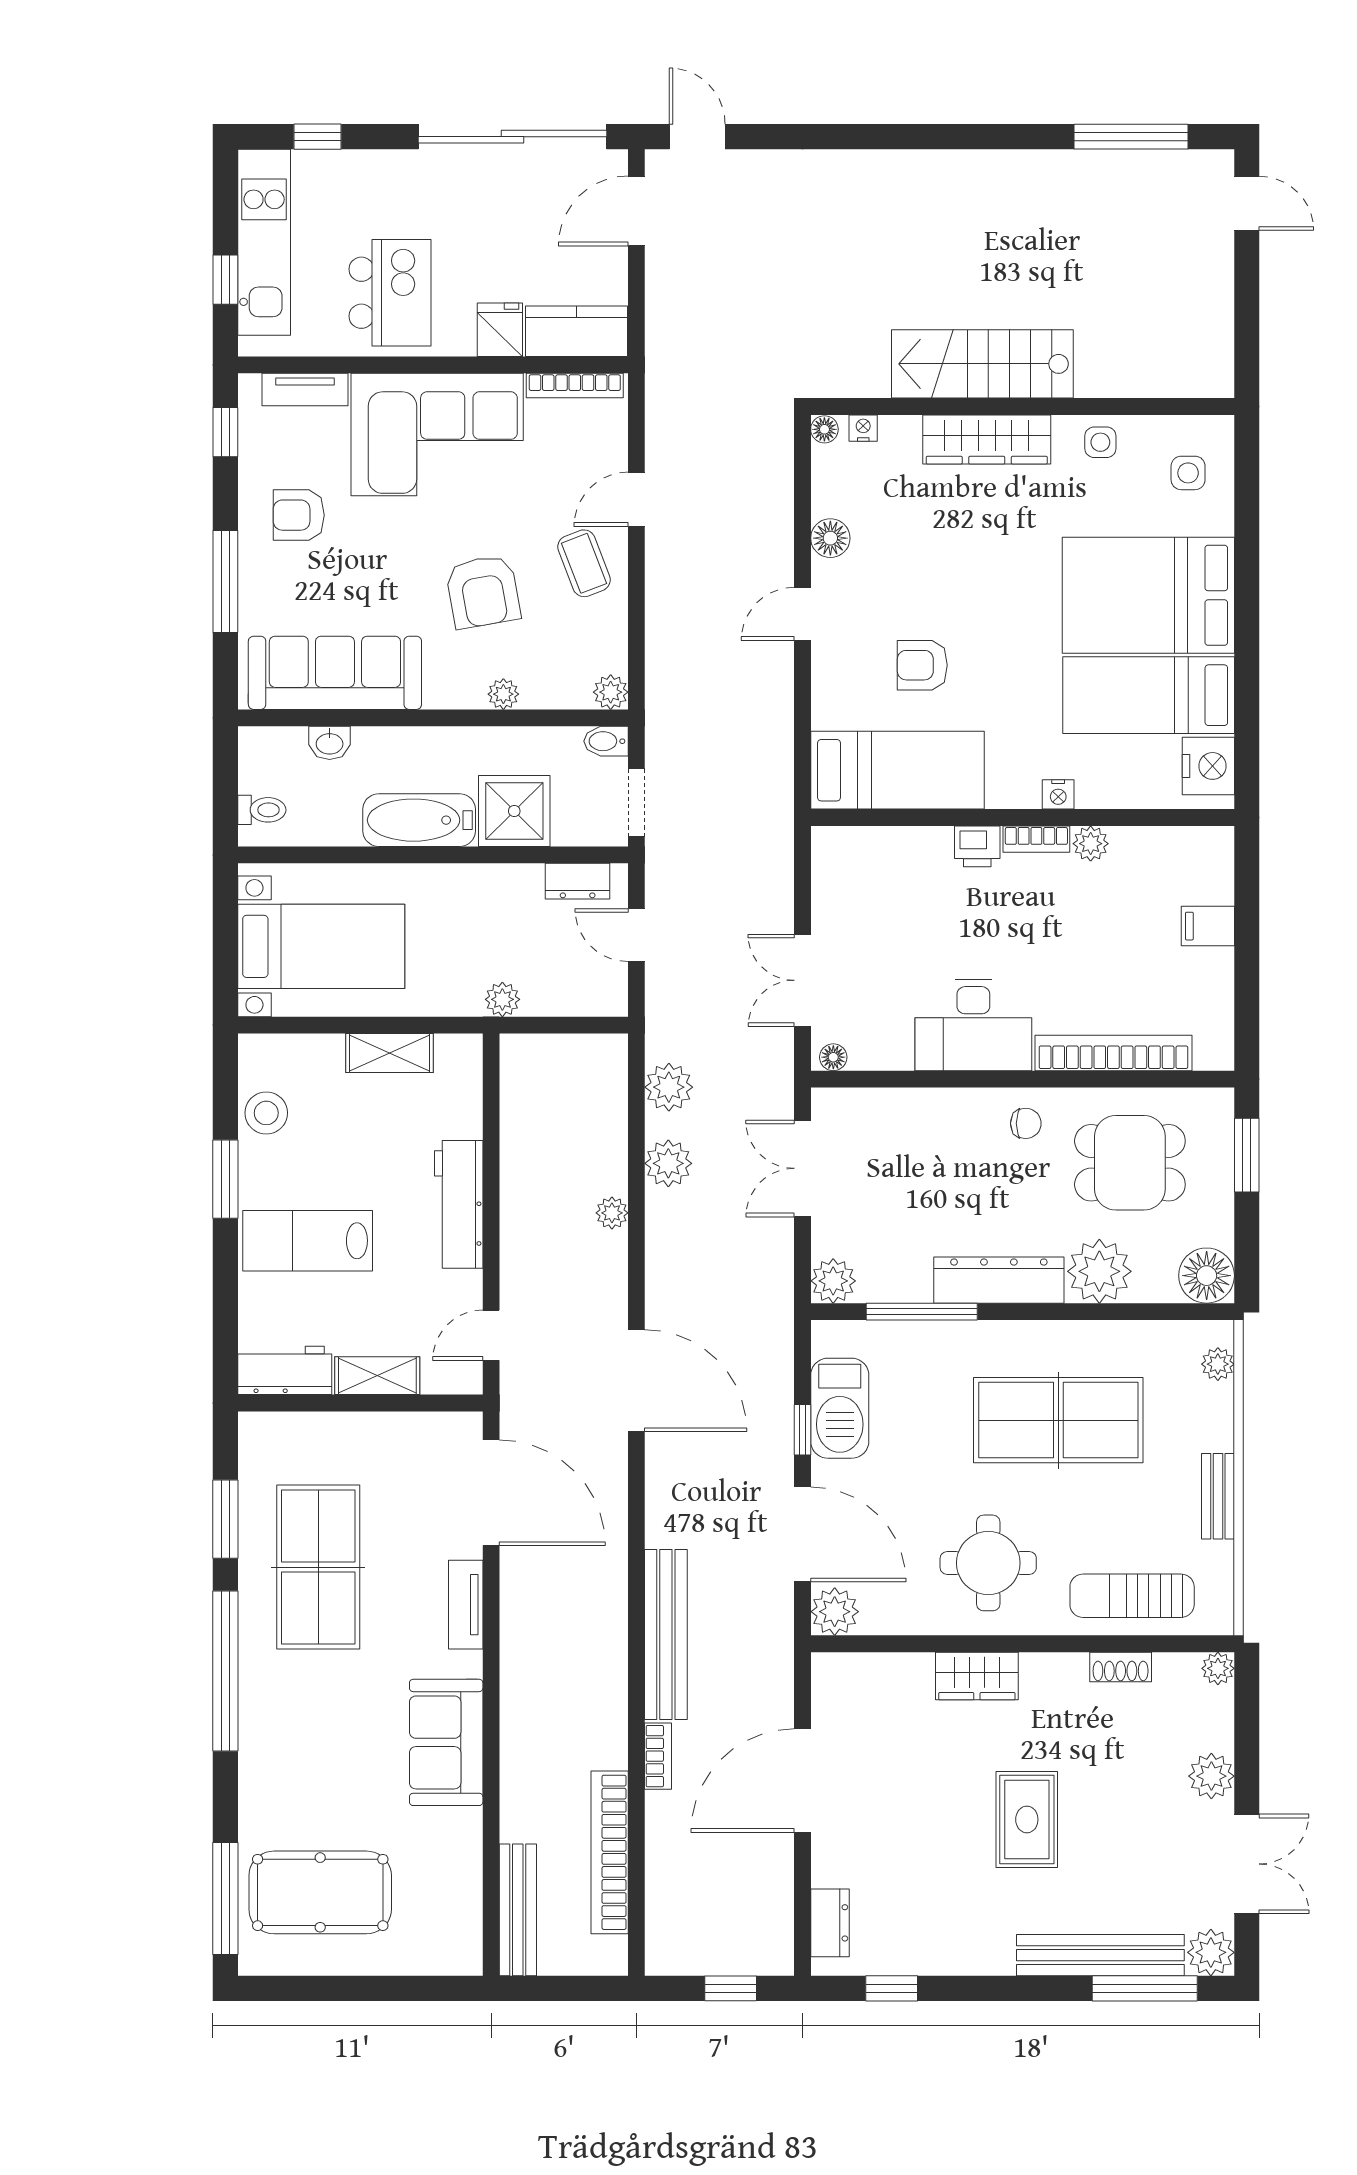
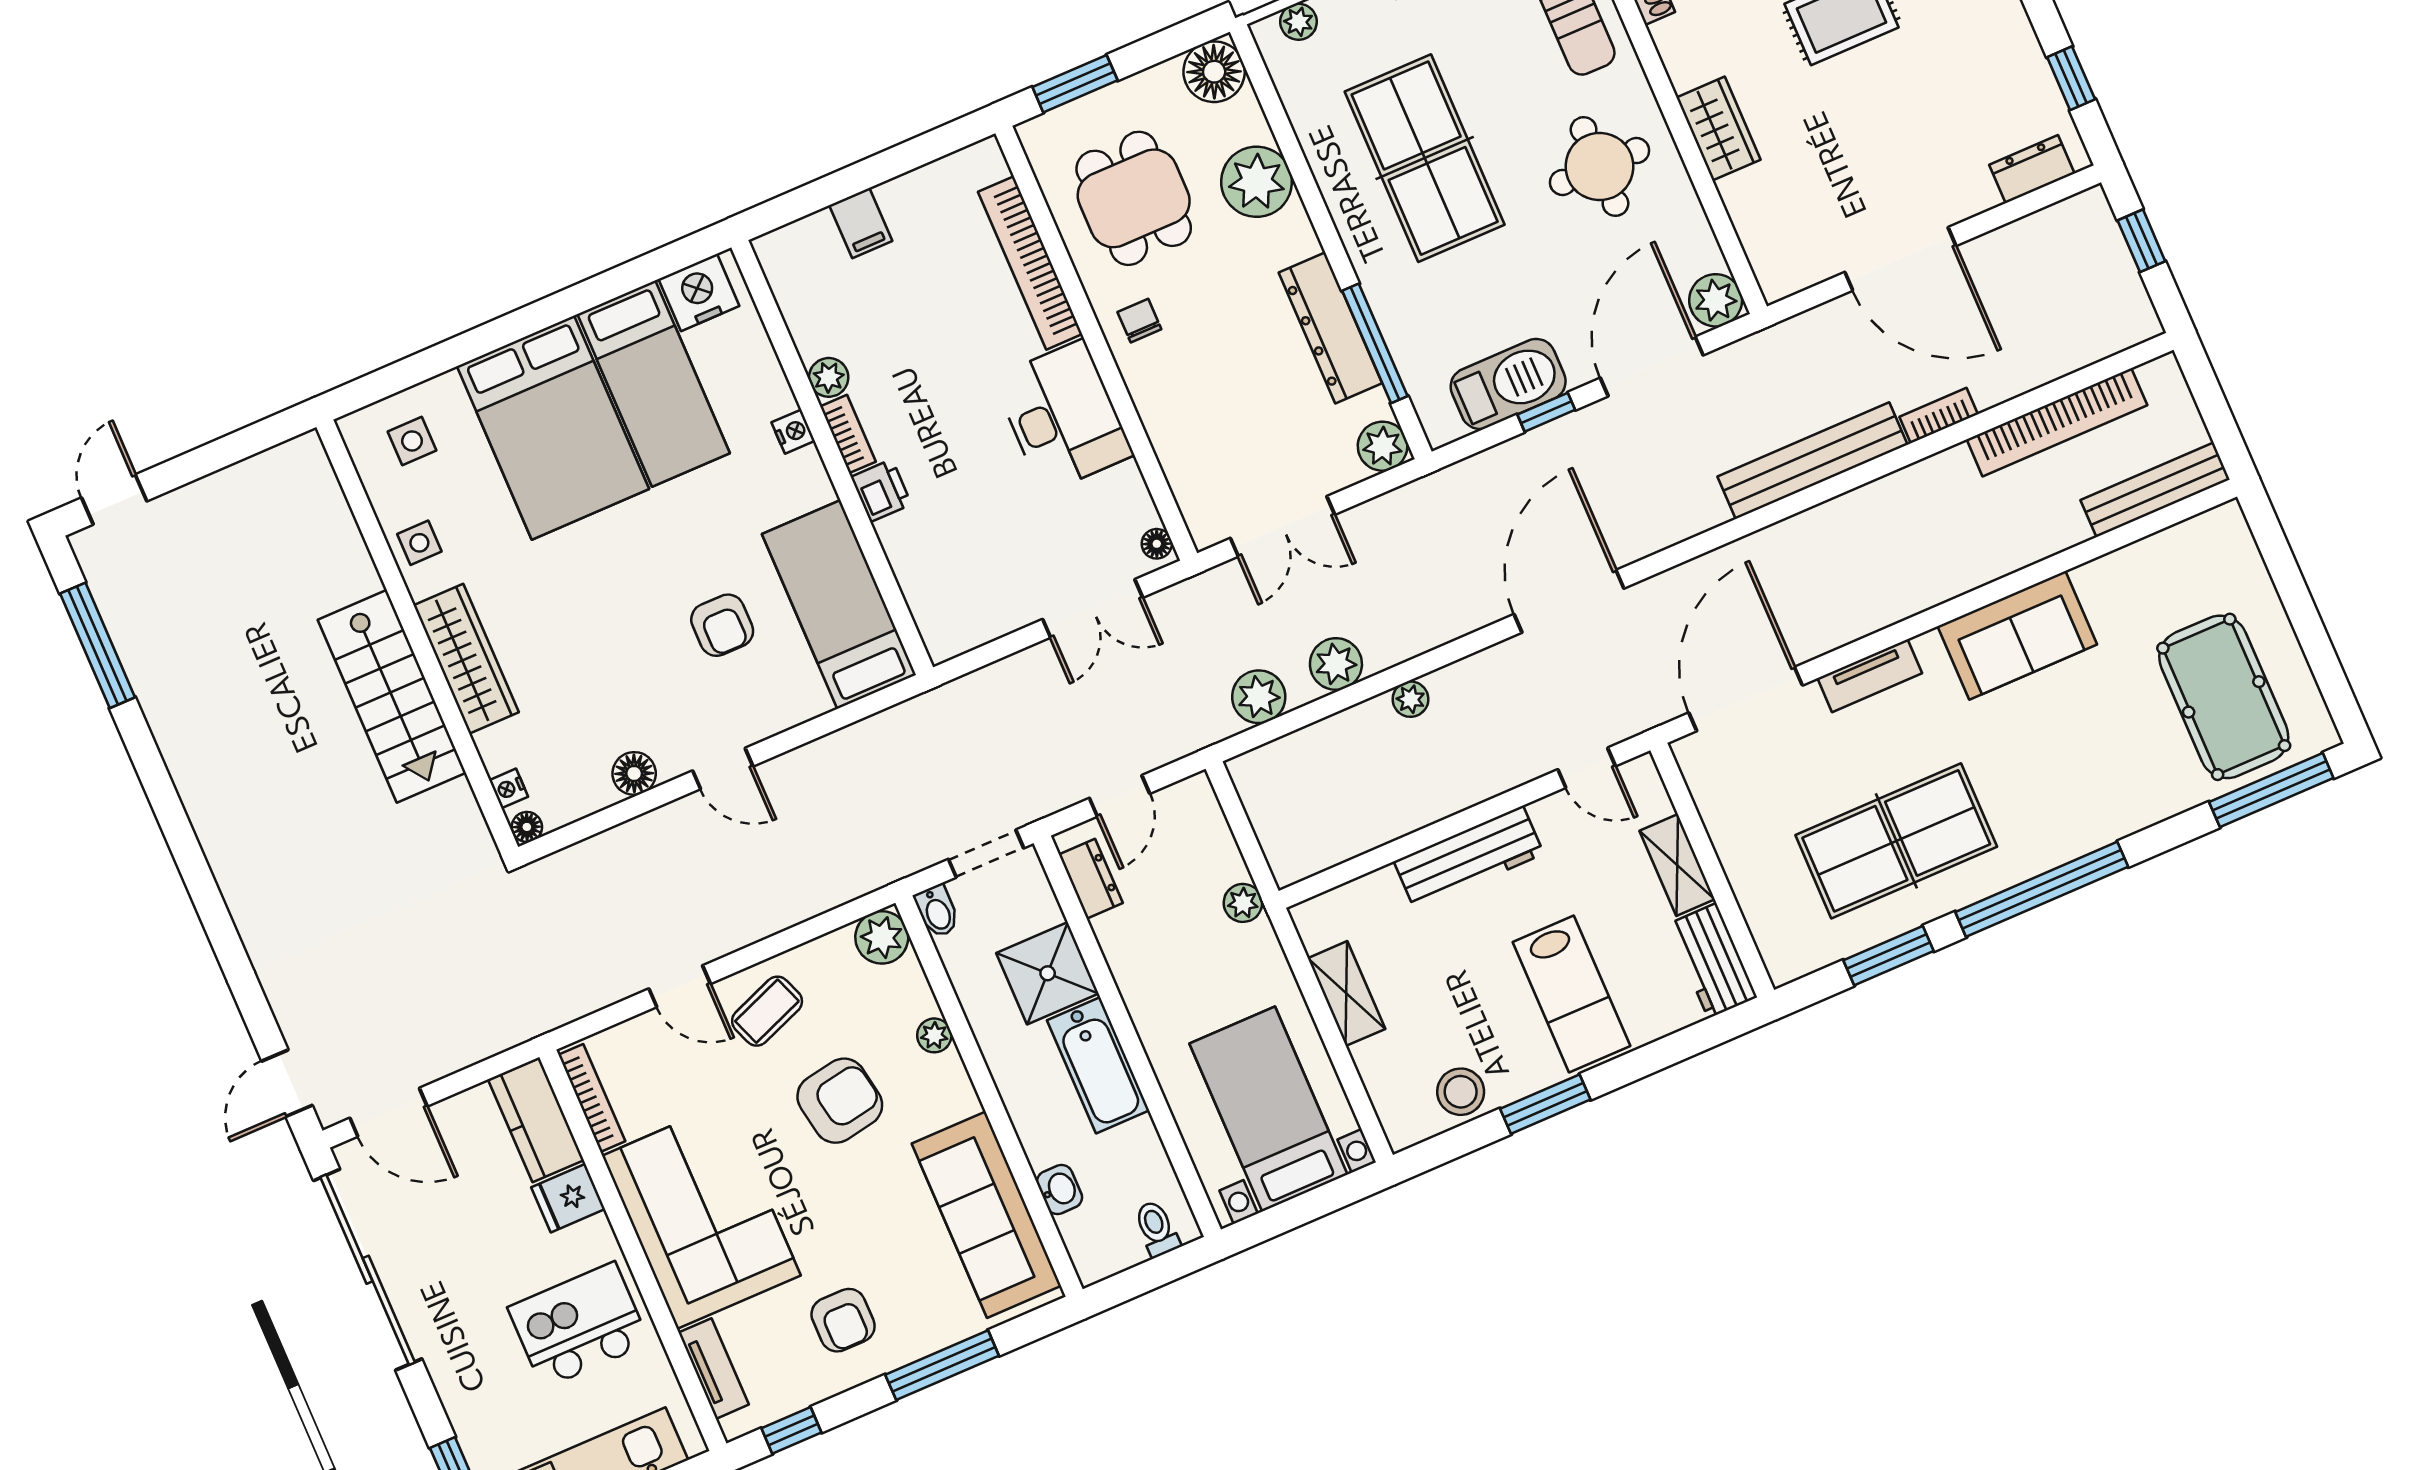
plant: (611, 692) -> (882, 937), width x1.38, depth x1.38
dresser: (999, 1280) -> (1330, 328), moved

